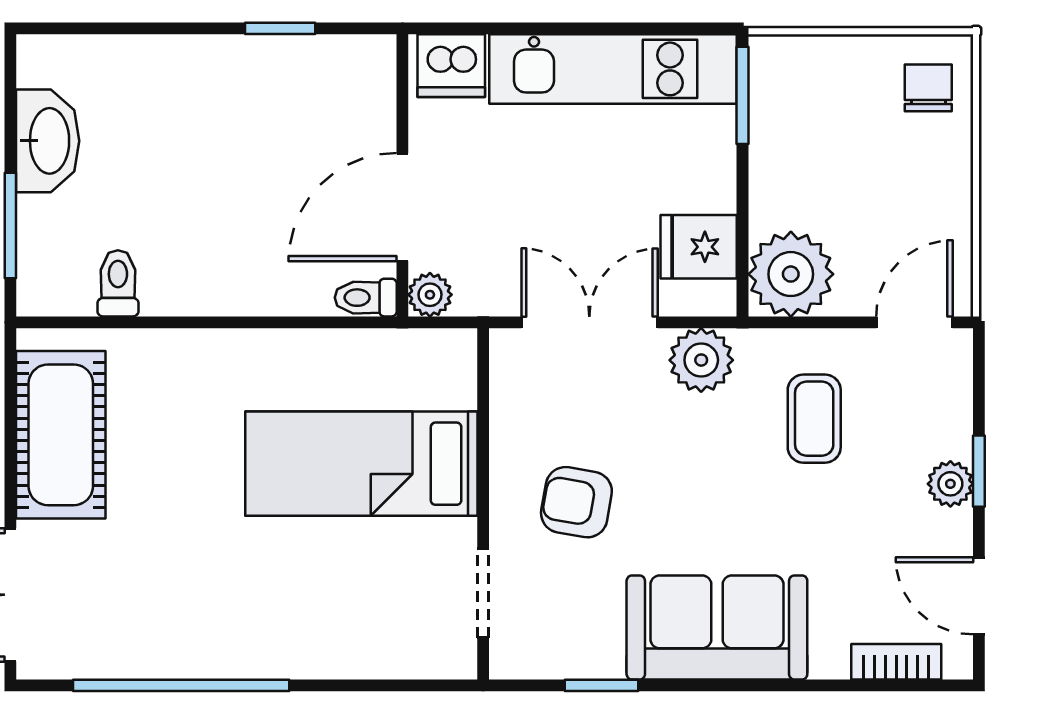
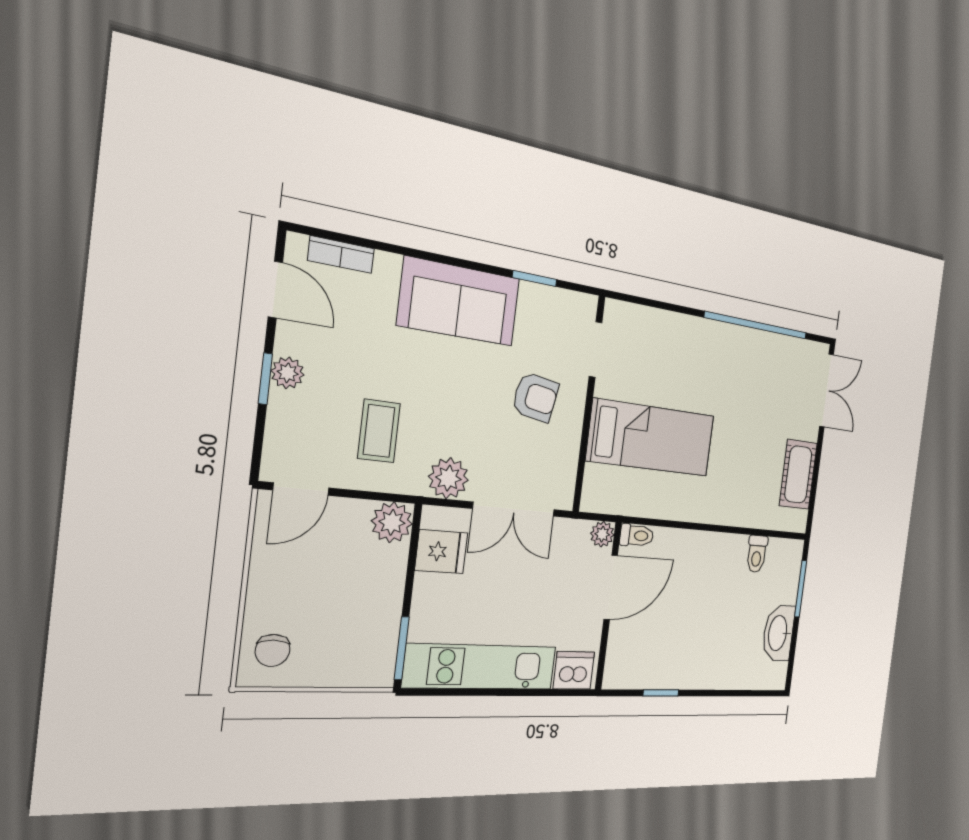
plant: (791, 274) -> (392, 522), width x0.73, depth x0.73
cot: (61, 435) -> (798, 474), width x0.73, depth x0.75

